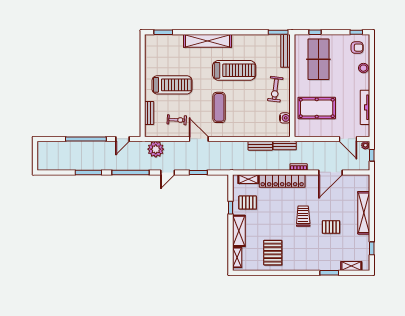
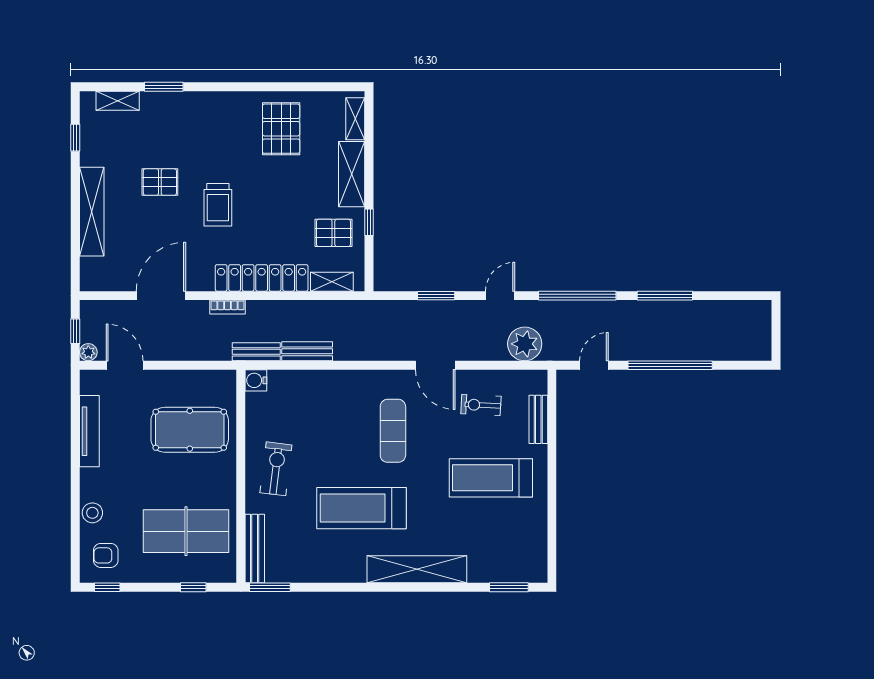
table tennis table: (318, 59) -> (186, 531), turned 90
water cooler: (285, 118) -> (256, 380), moved

